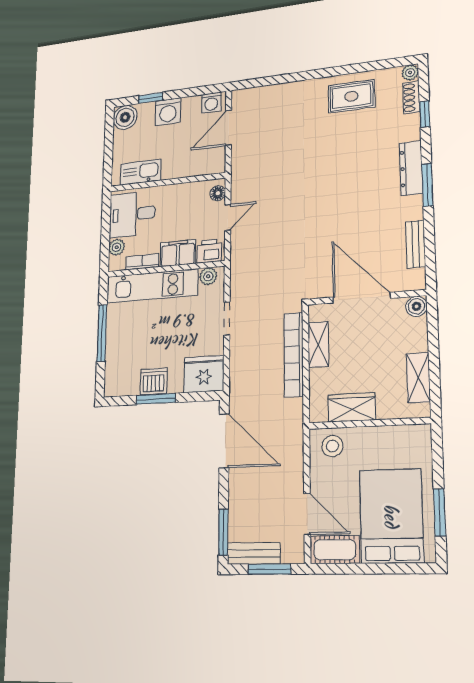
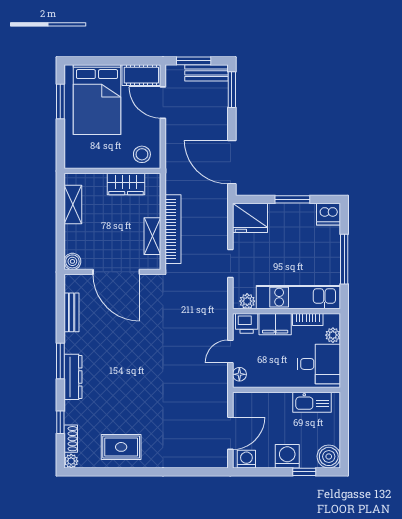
dishwasher: (154, 381) -> (328, 214), moved

